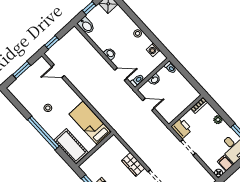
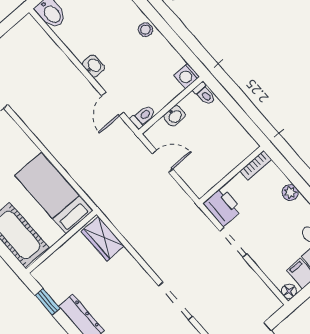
washing machine: (153, 50) -> (187, 76), moved
door: (121, 74) -> (113, 104), swing flipped
wardrobe: (133, 164) -> (103, 239), moved

